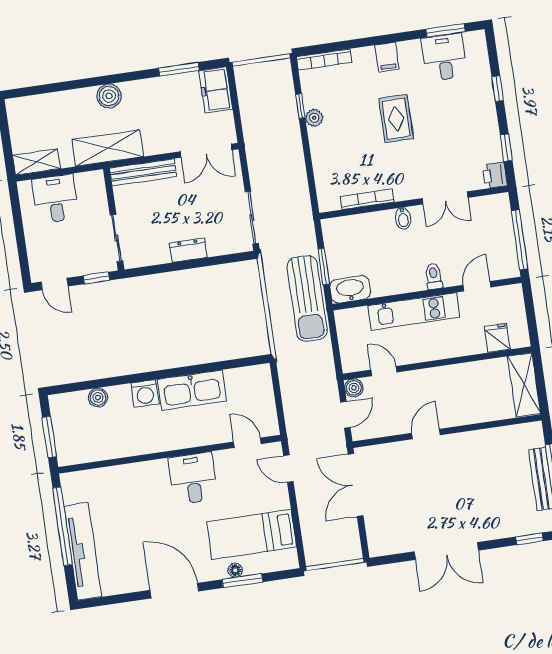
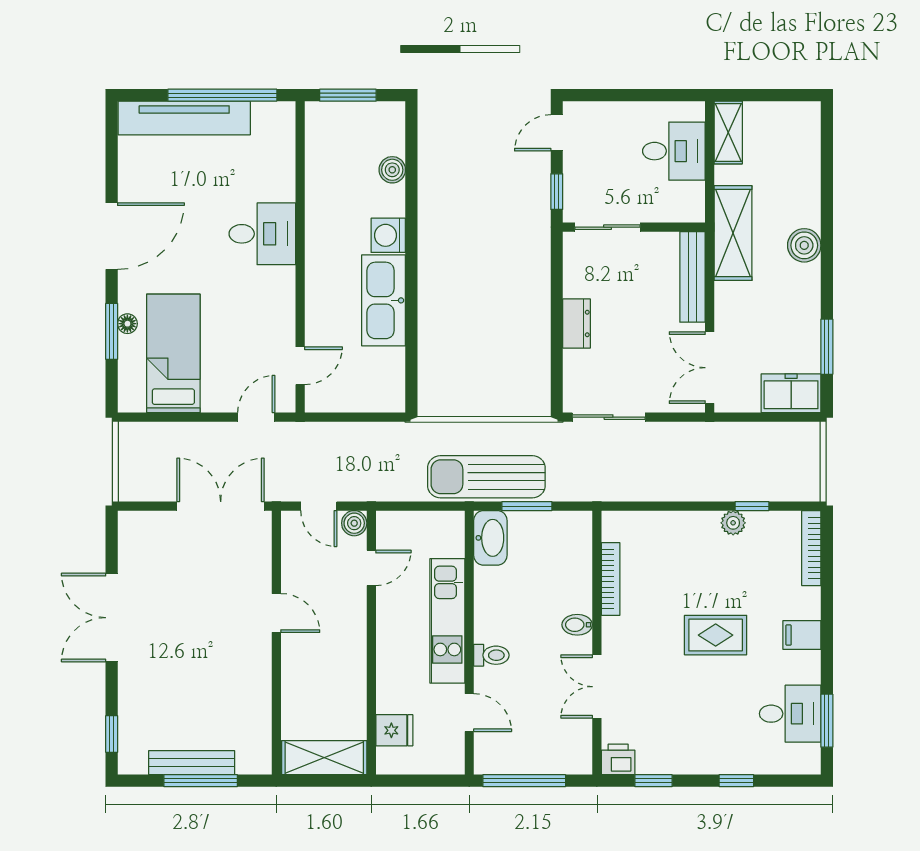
desk: (193, 478) -> (262, 234), moved

